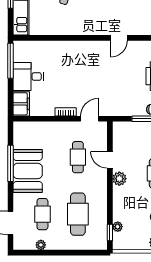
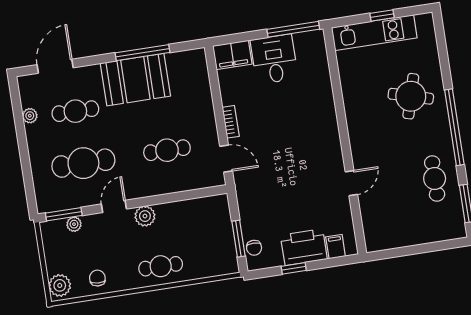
door: (119, 38) -> (351, 183), swing flipped
door: (110, 160) -> (114, 206), moved
window: (110, 233) -> (64, 214), width x1.50

